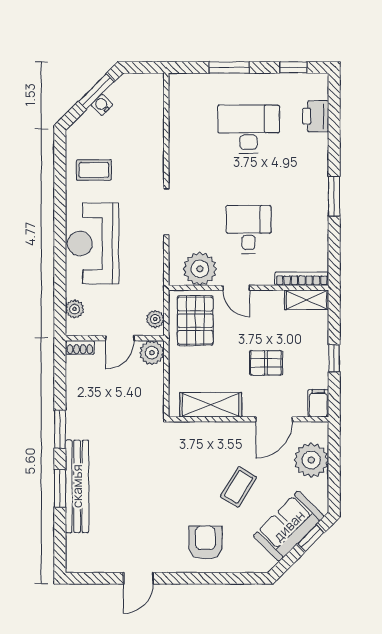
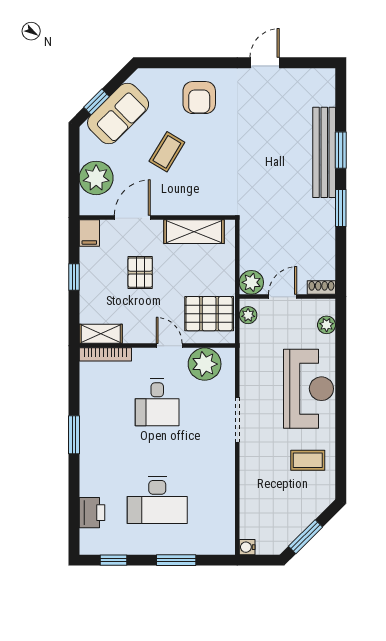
water cooler: (102, 105) -> (247, 547), moved, turned 135
pallet: (195, 321) -> (209, 314), turned 90
pallet: (266, 363) -> (140, 273), turned 90

